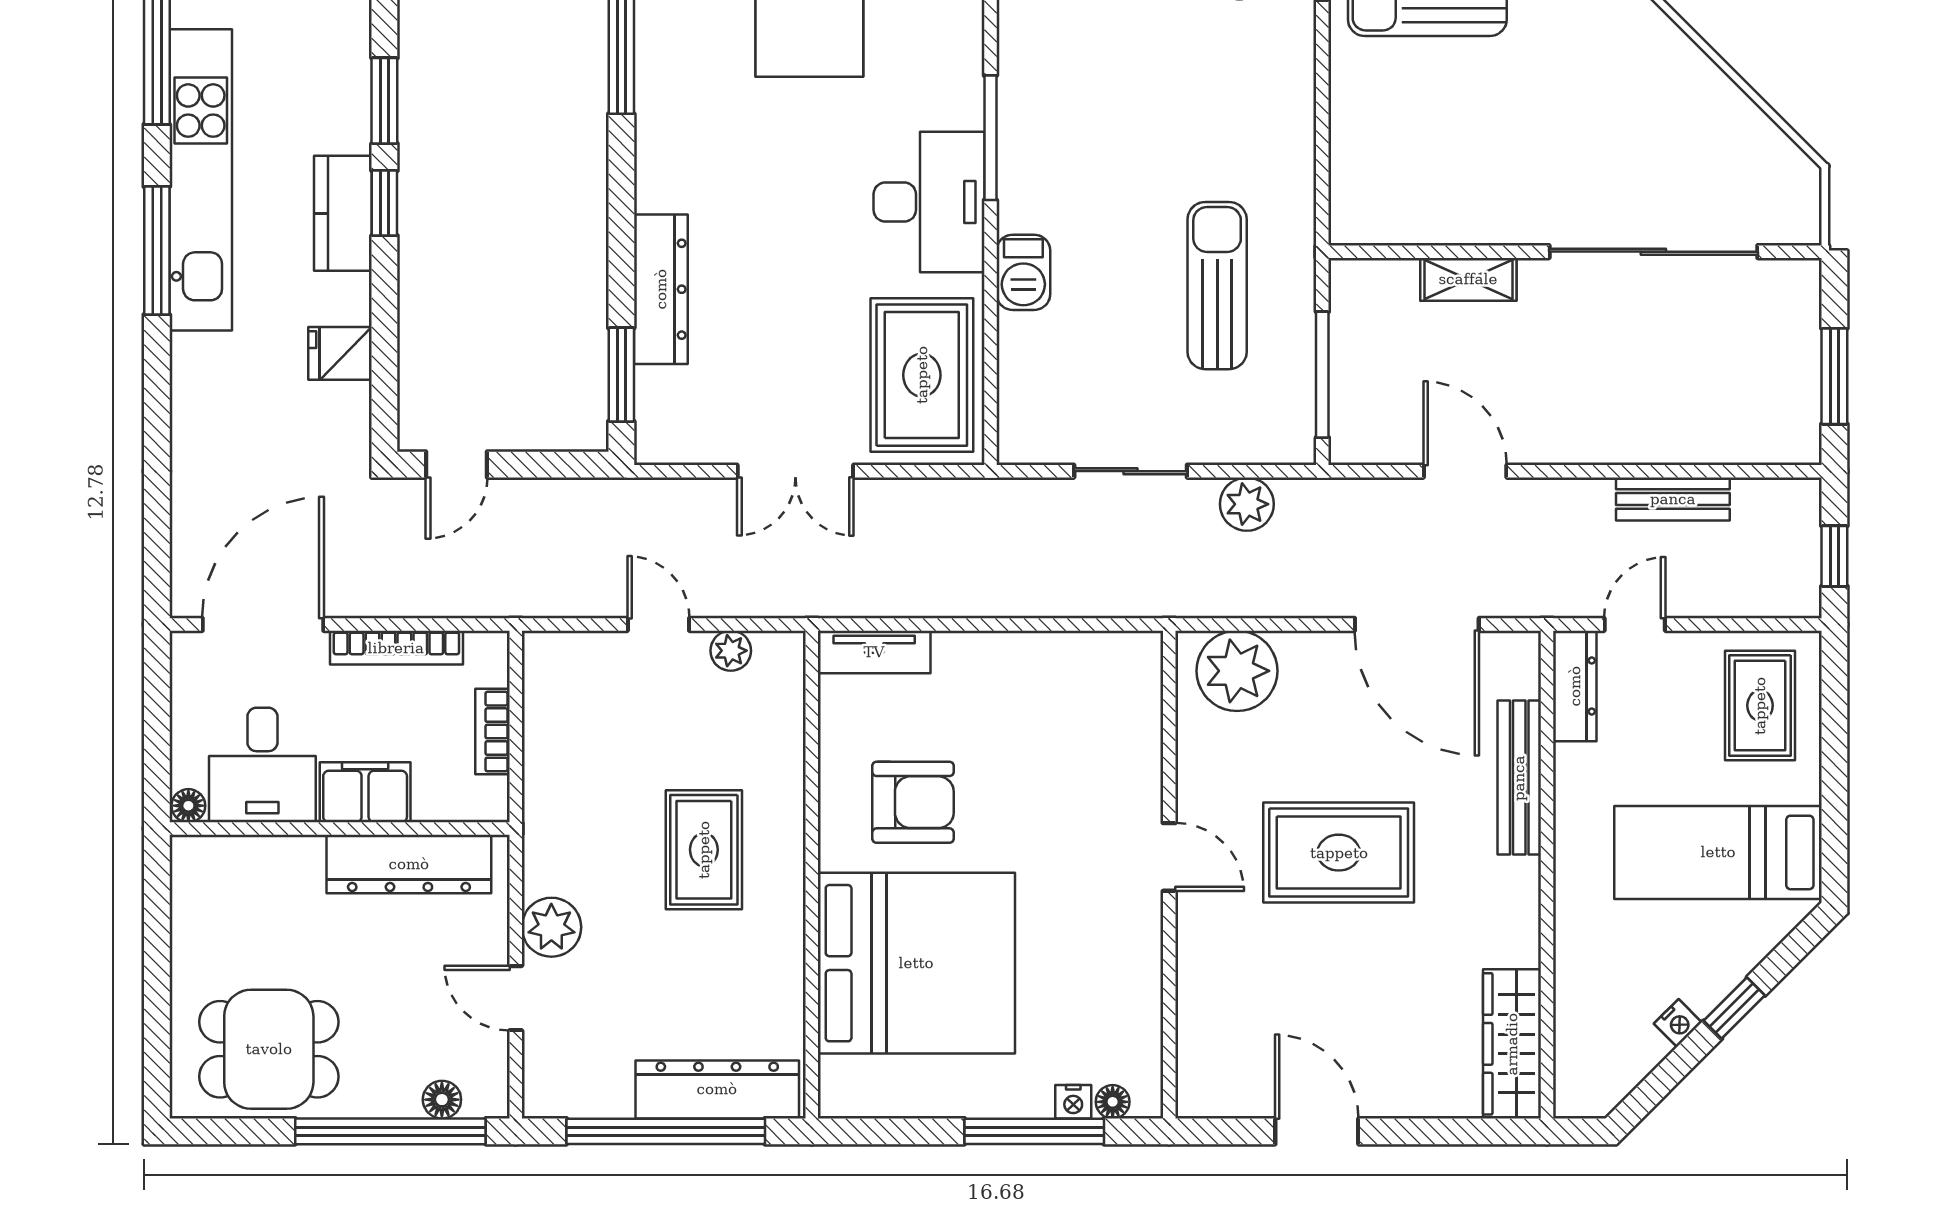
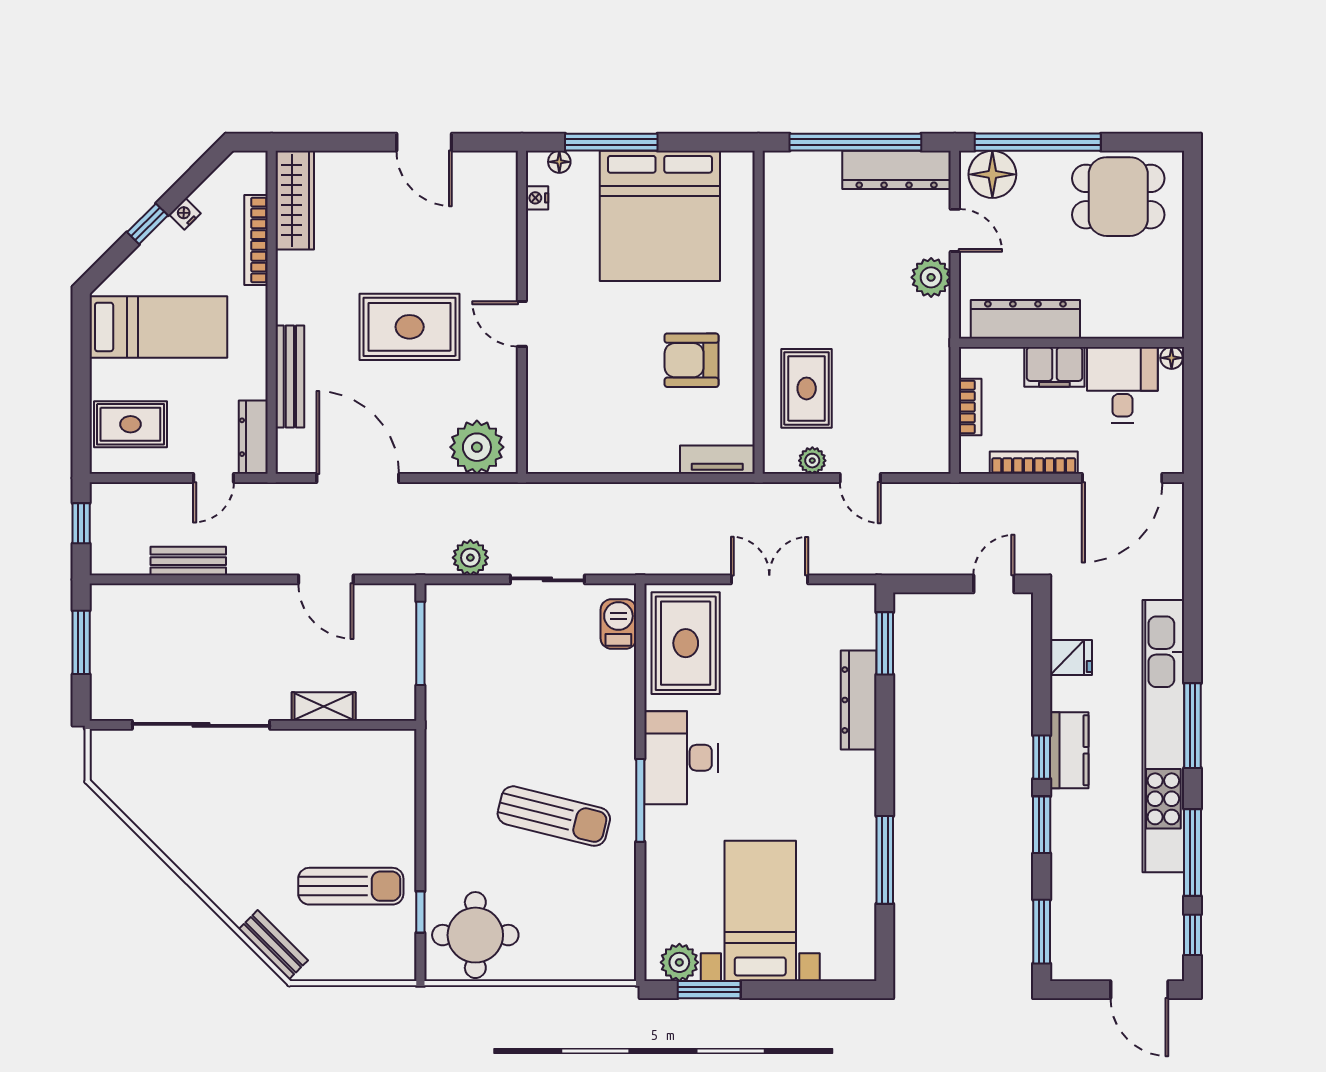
kitchen unit: (201, 180) -> (1163, 736), width x1.36
barbecue: (1023, 272) -> (618, 624), moved
sun lounger: (1217, 286) -> (554, 816), moved, turned -76
rug: (1760, 706) -> (130, 424), turned 90
rug: (704, 850) -> (807, 388), moved
bed: (916, 963) -> (660, 216), moved, turned -90
bookcase: (1571, 984) -> (256, 240), added
dresser: (717, 1089) -> (897, 170), moved
floor lamp: (442, 1100) -> (992, 174), width x1.89, depth x1.89
nightstand: (1073, 1102) -> (537, 198), moved, turned -90

